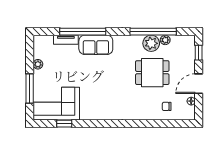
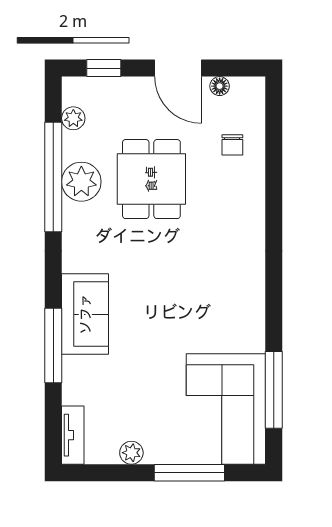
window: (83, 32) -> (53, 345), width x0.68
tv unit: (66, 40) -> (73, 435), moved
plant: (165, 40) -> (73, 118), moved
window: (64, 124) -> (274, 390), width x2.17

